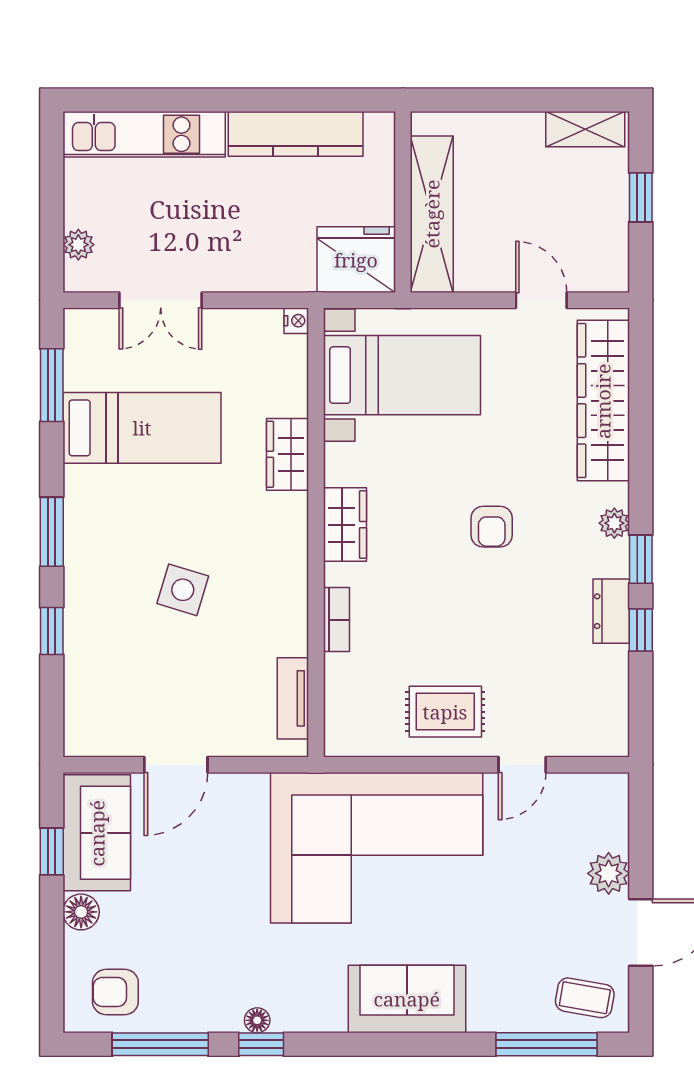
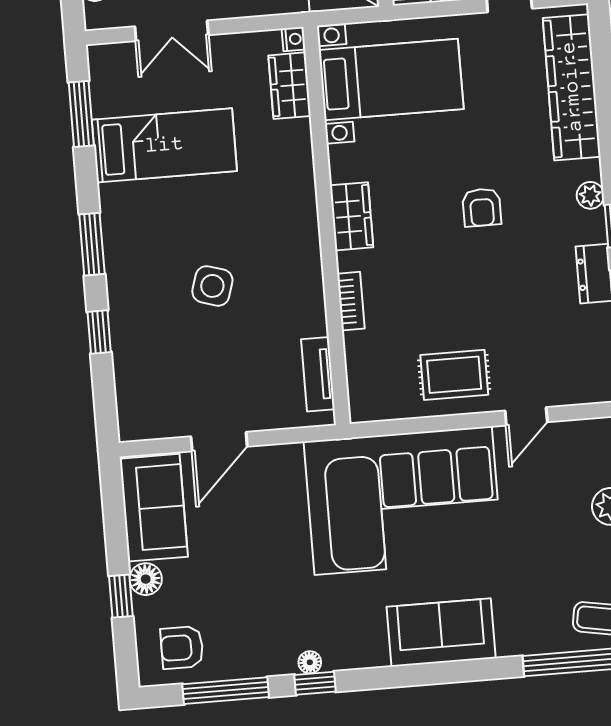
wardrobe: (288, 454) -> (290, 86), moved
window: (52, 851) -> (121, 596), moved

